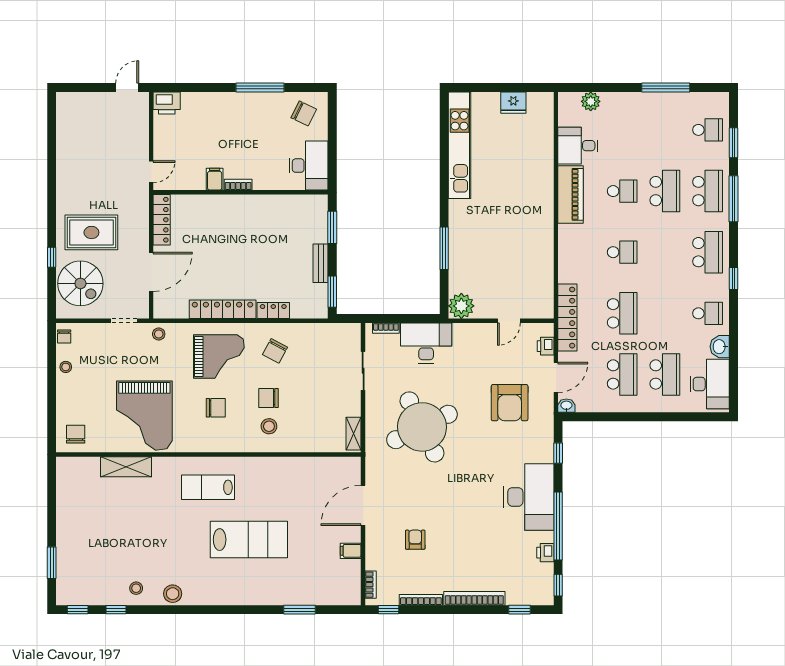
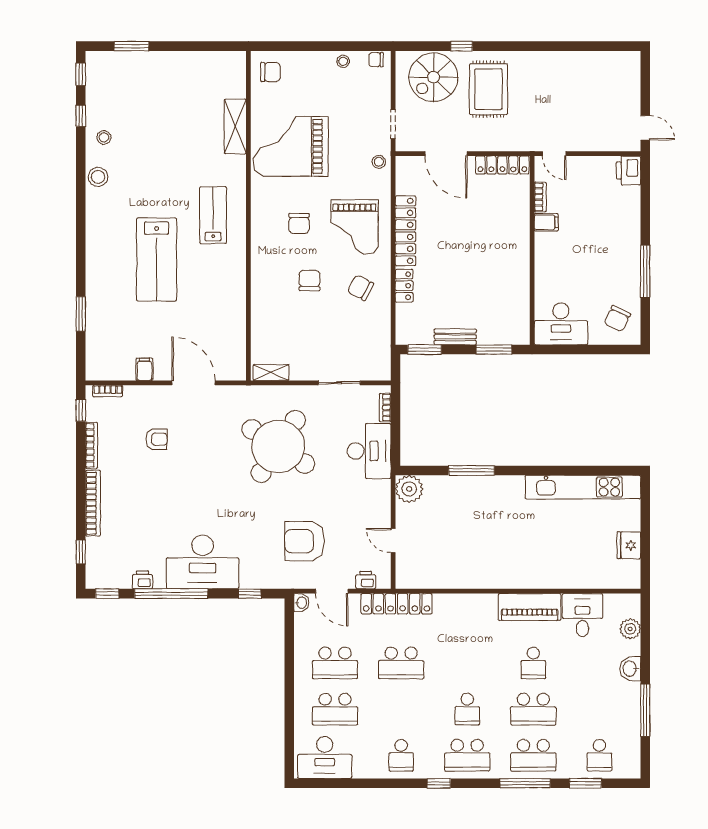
bookcase: (238, 185) -> (540, 197), moved
school desk: (622, 252) -> (467, 709), moved
washbasin: (720, 347) -> (630, 669), moved, turned -90
stool: (269, 426) -> (279, 281), removed
round table: (422, 427) -> (278, 446), turned -31

